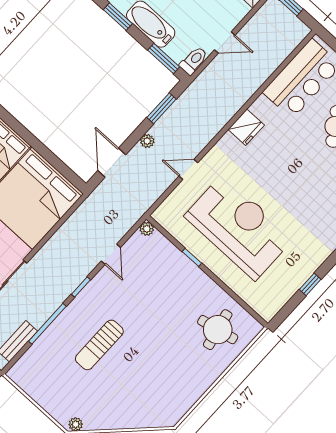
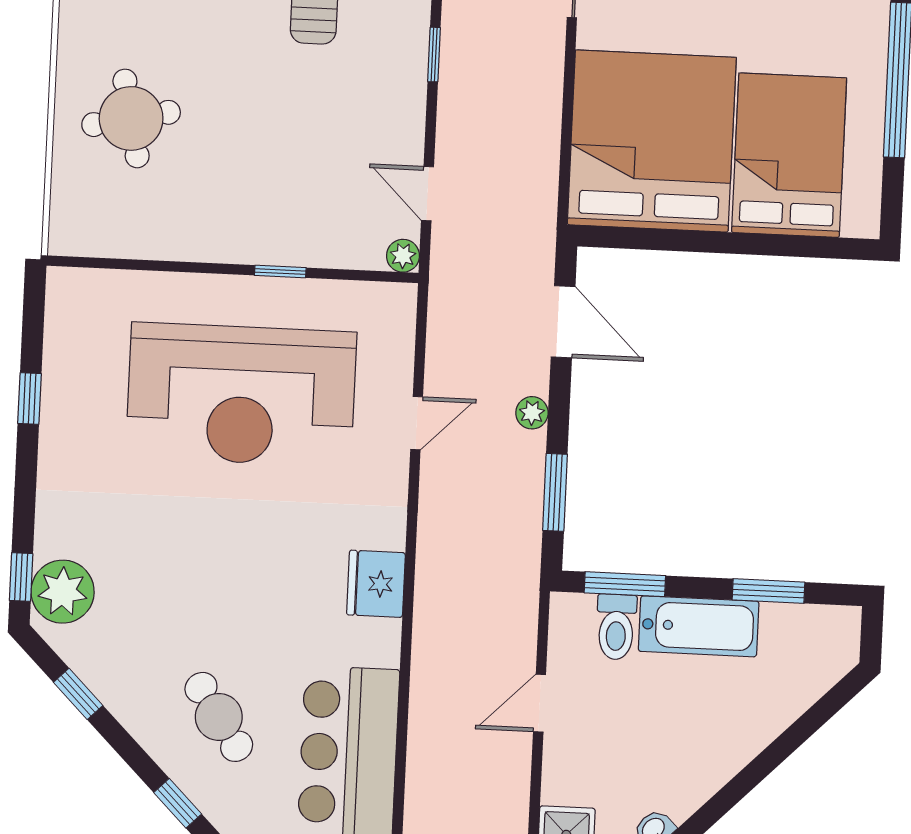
toilet: (194, 61) -> (616, 627), moved
door: (111, 254) -> (427, 194), moved
round table: (218, 330) -> (131, 118), moved

